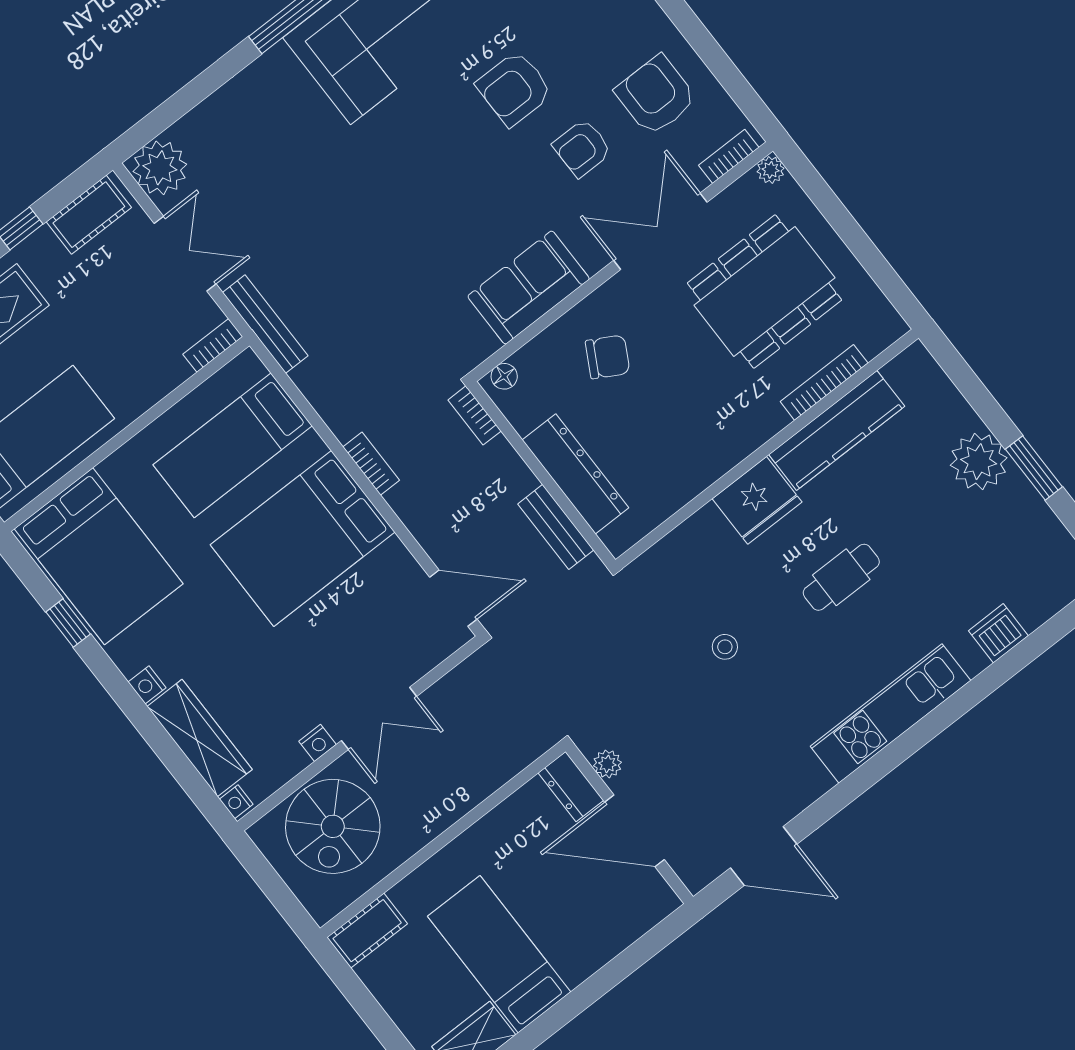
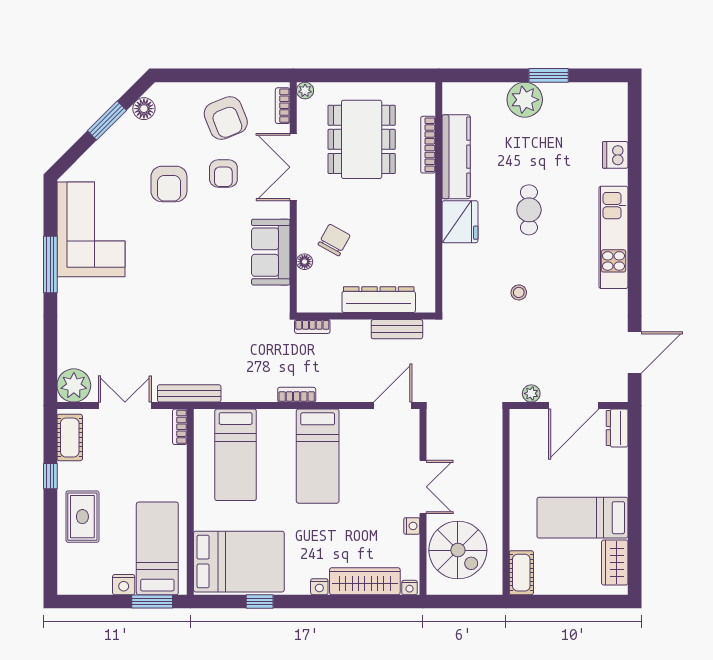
armchair: (656, 95) -> (226, 118), turned -112
floor lamp: (504, 376) -> (305, 262), moved
bed: (303, 538) -> (318, 456), width x0.67
dresser: (571, 787) -> (617, 428), moved, turned 90

